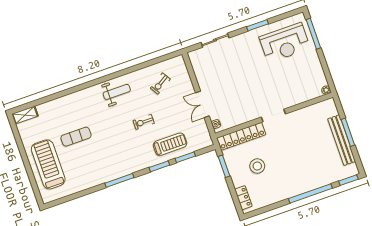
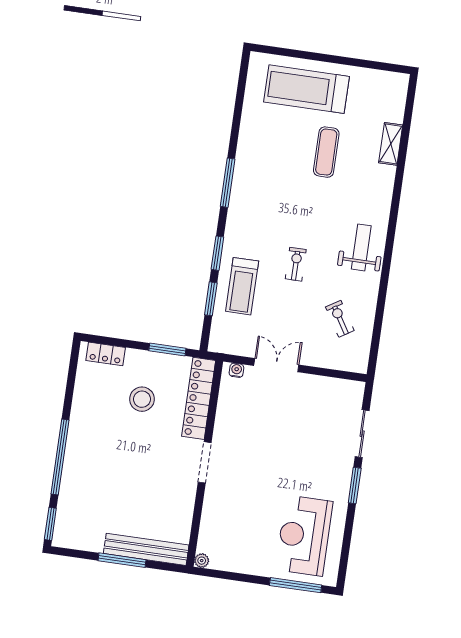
window: (258, 25) -> (355, 485), moved
weight bench: (117, 92) -> (361, 247), turned 180
shelving: (25, 115) -> (391, 144), moved
bench: (342, 140) -> (146, 549), moved
treadmill: (48, 164) -> (307, 89), turned 180

